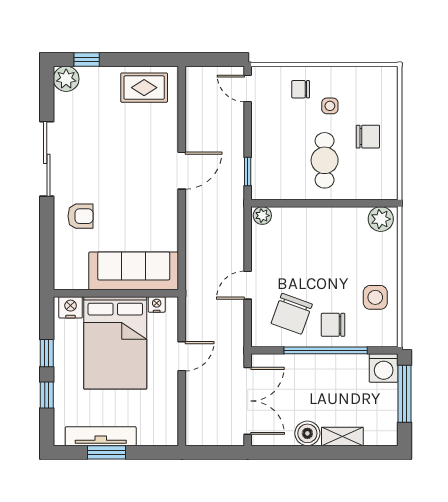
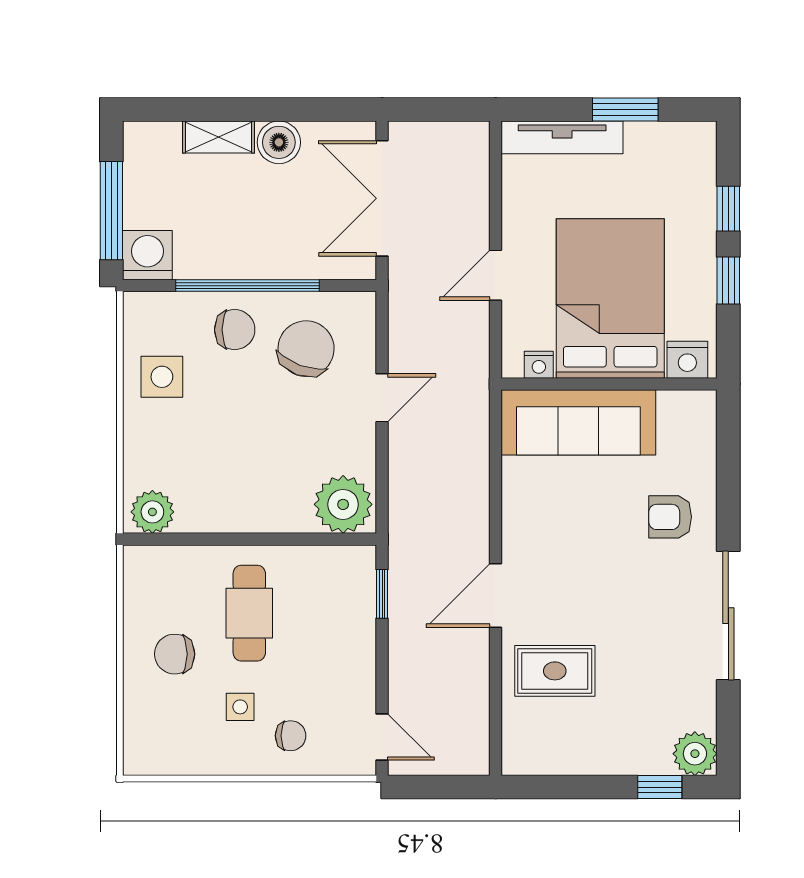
rug: (144, 88) -> (555, 671), moved
plant: (262, 216) -> (343, 504), width x1.88, depth x1.88
tv unit: (101, 436) -> (562, 137), moved

